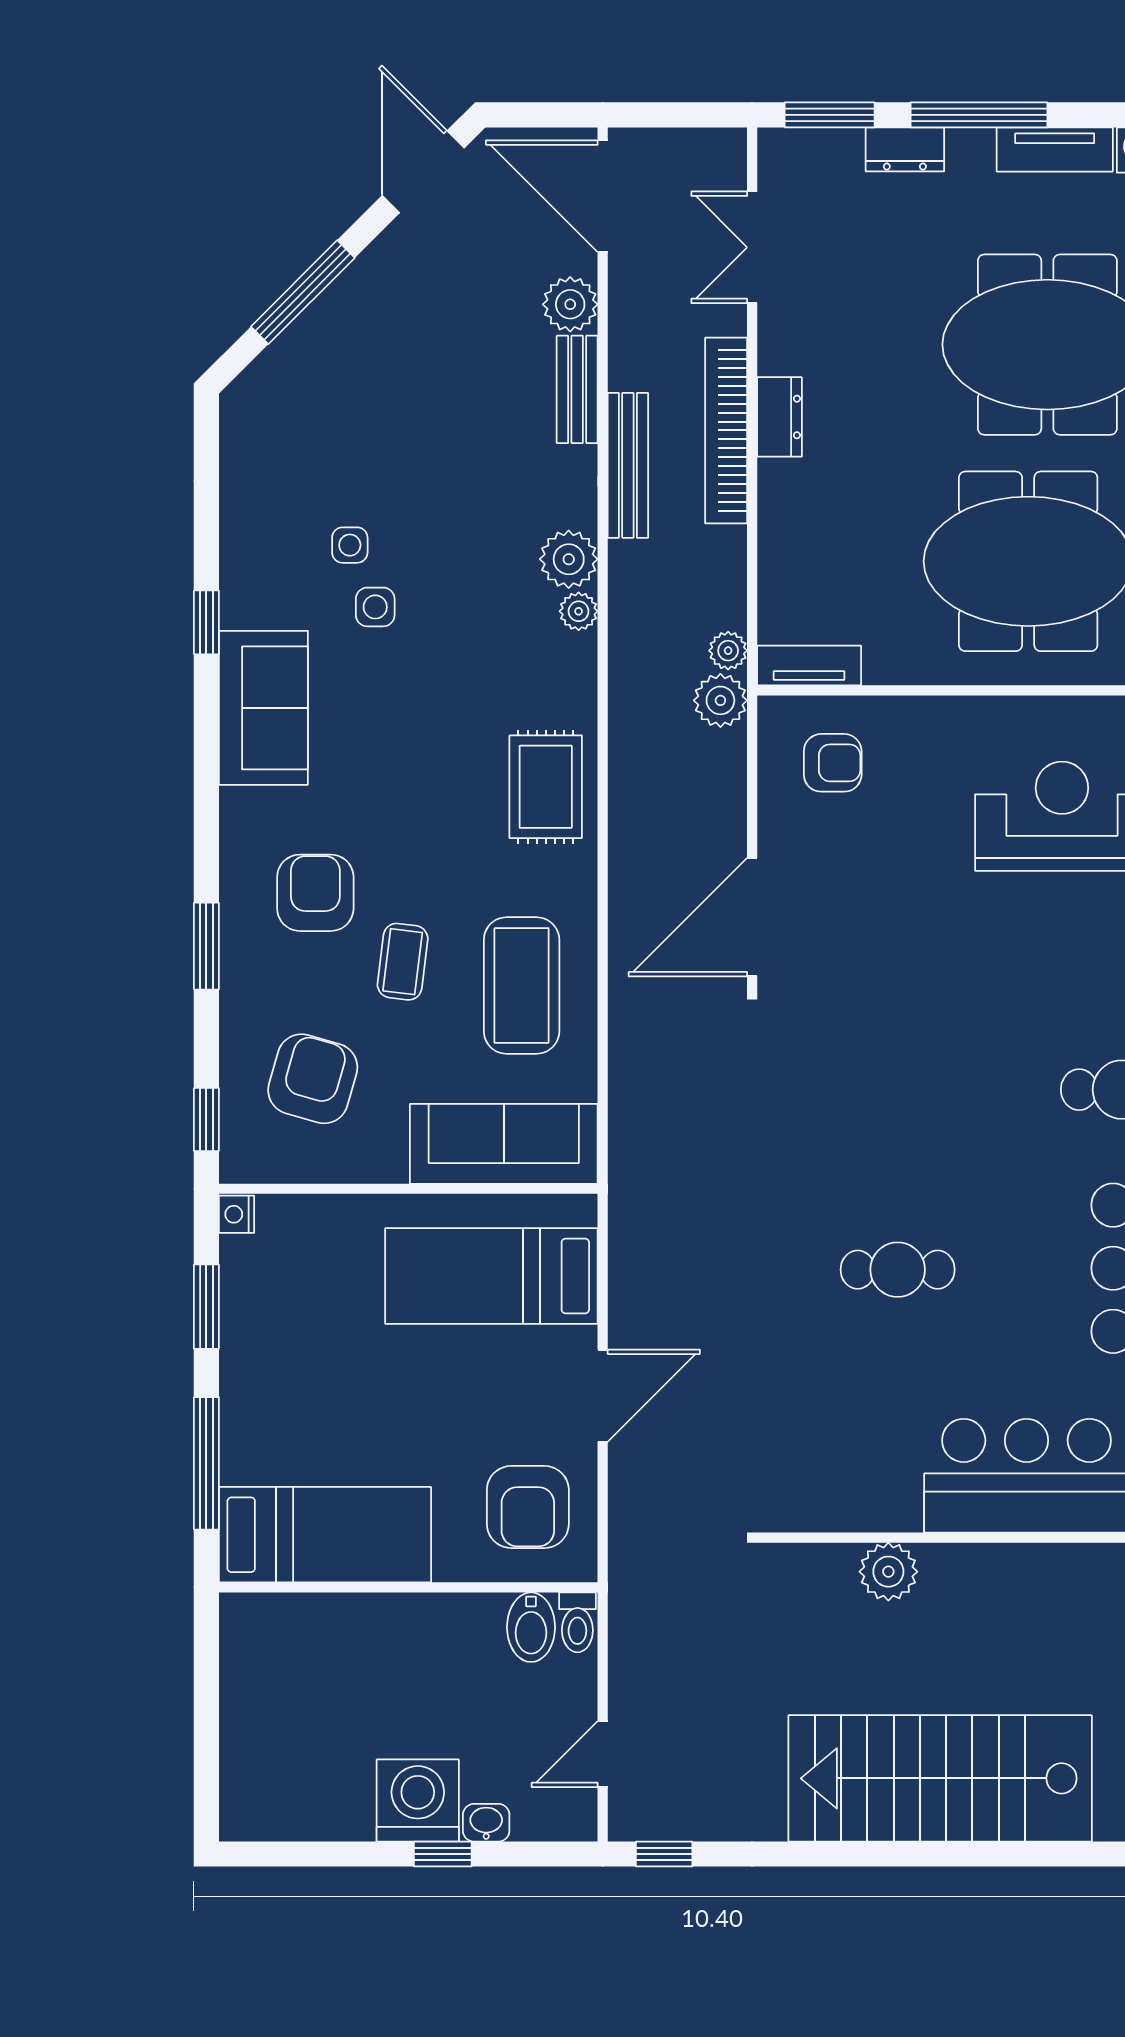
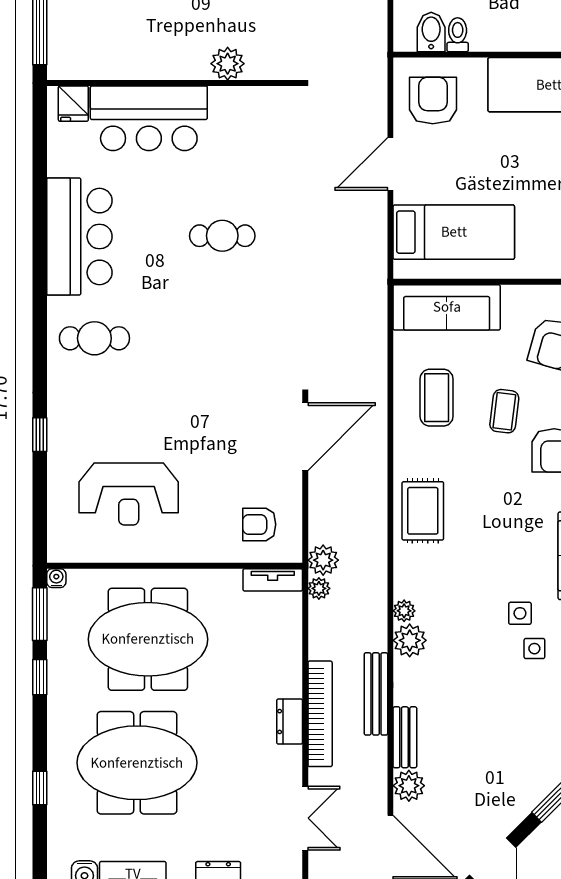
coffee table: (522, 986) -> (437, 398), width x0.73, depth x0.76
toilet: (577, 1622) -> (458, 35), moved

